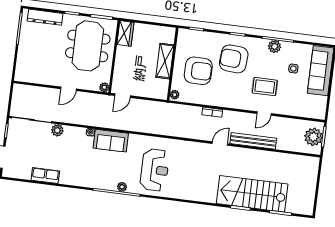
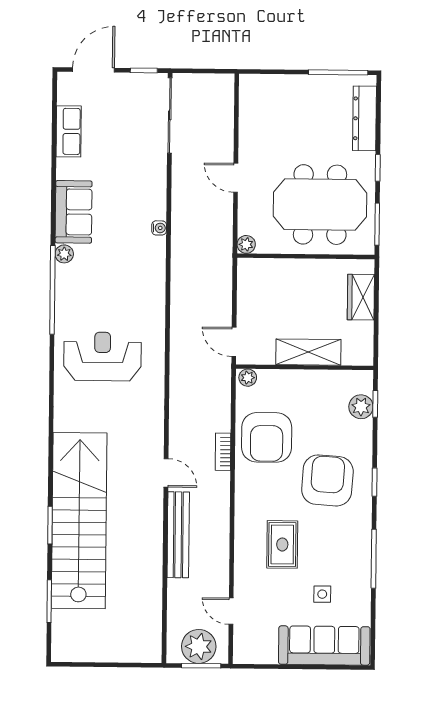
wardrobe: (125, 33) -> (361, 297), moved, turned 90
plant: (275, 46) -> (361, 407), moved
armchair: (198, 71) -> (267, 437), moved
door: (122, 96) -> (234, 342), moved
door: (264, 114) -> (231, 611), moved
plant: (57, 130) -> (156, 166), removed
sofa: (111, 141) -> (74, 212), moved, turned 180
reception desk: (155, 170) -> (102, 356), turned 180
row of seats: (45, 176) -> (69, 131), moved
plant: (122, 187) -> (64, 254), moved
stairs: (252, 194) -> (79, 521), width x1.36

